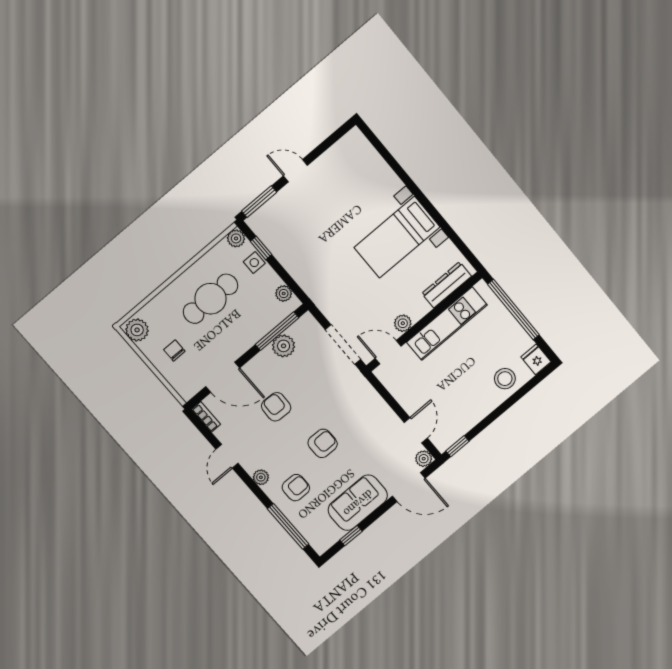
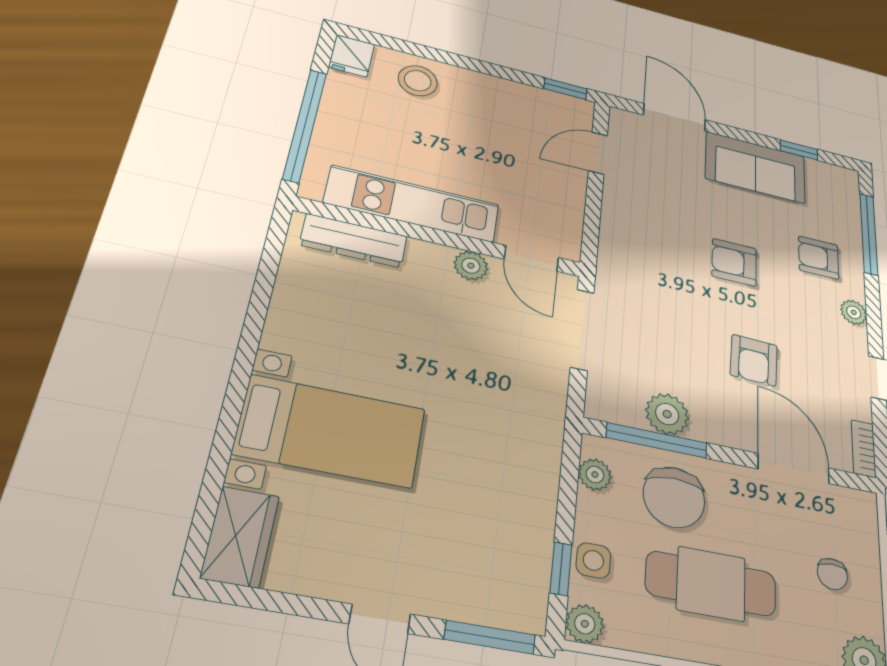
wardrobe: (360, 149) -> (240, 537), added
bed with nightstands: (397, 237) -> (331, 431), moved
chair: (251, 316) -> (674, 497), added
plant: (424, 459) -> (623, 121), removed

